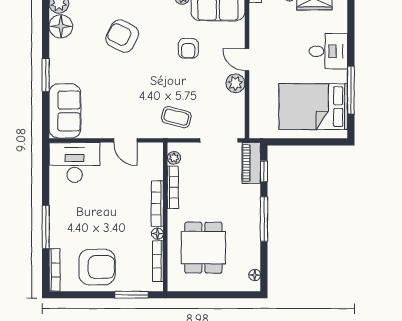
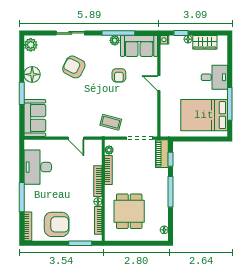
floor lamp: (61, 26) -> (32, 74), moved
plant: (235, 83) -> (151, 99), removed
desk: (75, 162) -> (38, 167), moved, turned -90

